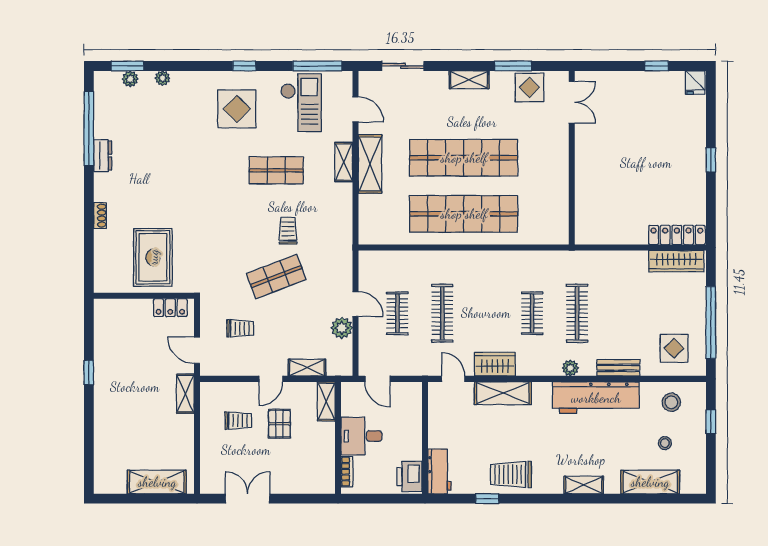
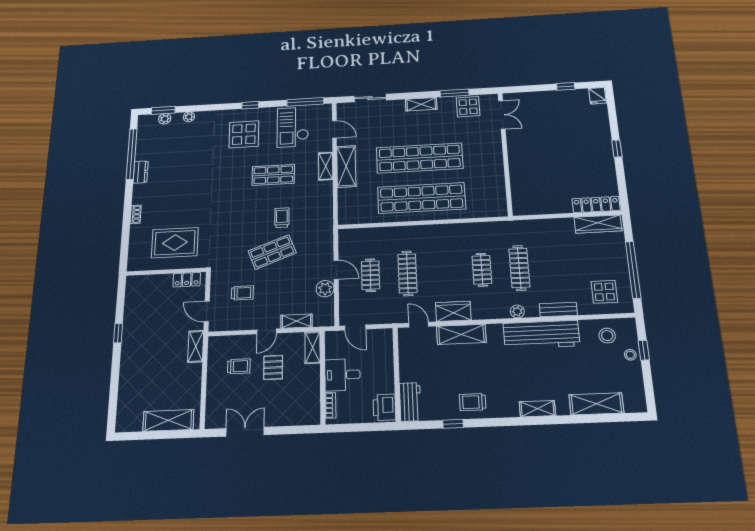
checkout: (301, 103) -> (293, 127), turned 180
rug: (153, 257) -> (175, 243), turned 90
stool: (665, 443) -> (630, 355), moved
trolley: (511, 474) -> (473, 402), width x0.73, depth x0.72

